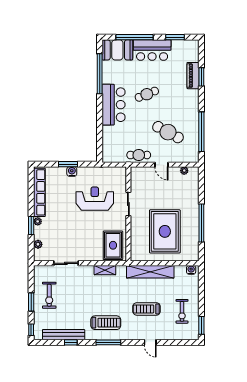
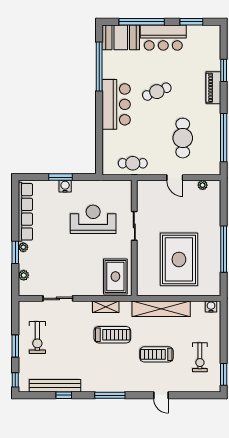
piano: (193, 76) -> (213, 88), moved
cafe table: (168, 132) -> (183, 138), turned 62
cafe table: (139, 155) -> (133, 163), moved
treadmill: (106, 323) -> (112, 335), moved

